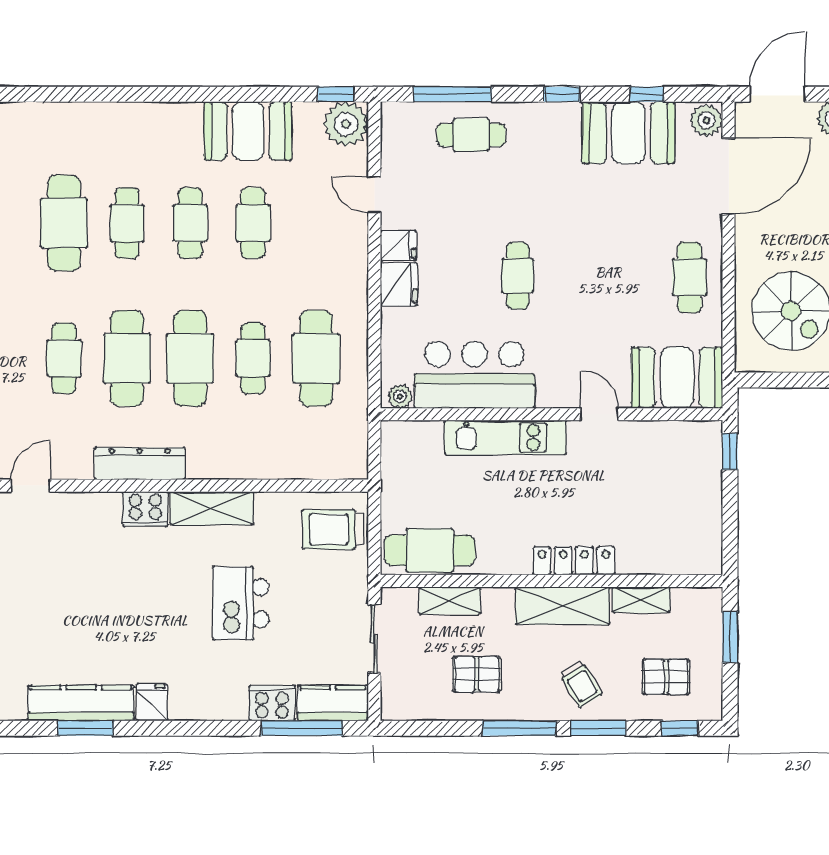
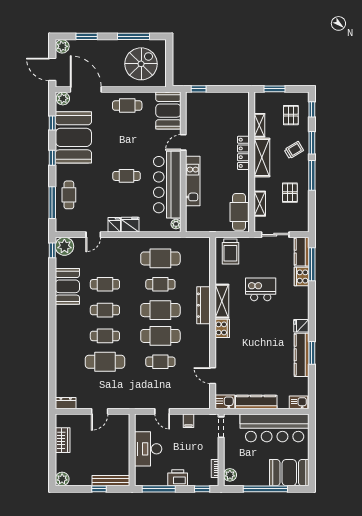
booth: (628, 133) -> (73, 137), width x1.36, depth x1.42
bar counter: (474, 375) -> (167, 185), width x1.36
dresser: (140, 464) -> (204, 305), moved
kitchen island: (241, 603) -> (261, 289), turned 180

